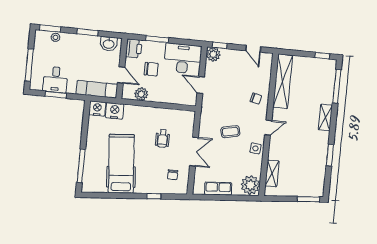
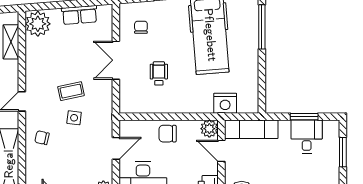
window: (29, 65) -> (343, 152), width x0.69
chair: (151, 69) -> (168, 134), moved
door: (201, 85) -> (116, 148), hinge flipped
plant: (141, 94) -> (209, 129), moved
nightstand: (97, 108) -> (248, 104), removed
side table: (255, 148) -> (74, 118), moved

